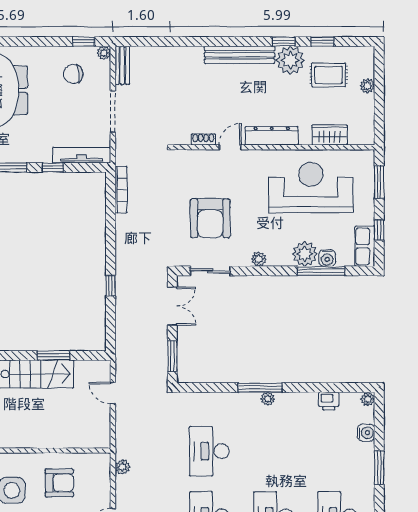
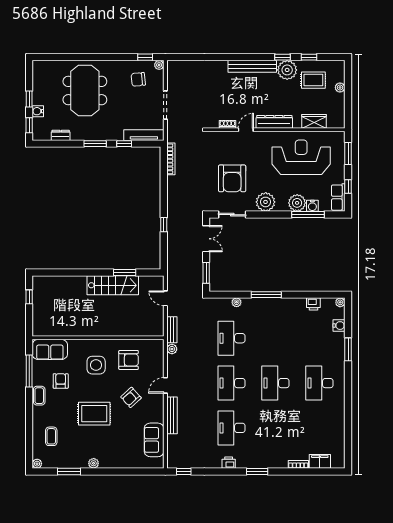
bench: (122, 65) -> (172, 330), moved
plant: (259, 259) -> (266, 202), width x1.88, depth x1.88
plant: (268, 399) -> (237, 302), moved

